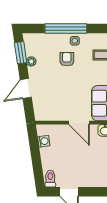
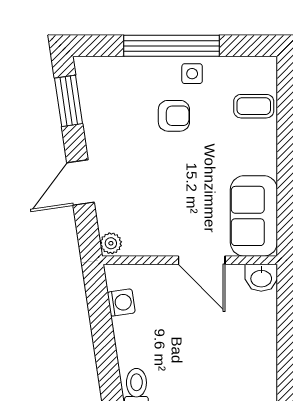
armchair: (67, 59) -> (174, 116), turned 90
plant: (31, 61) -> (111, 243), moved

